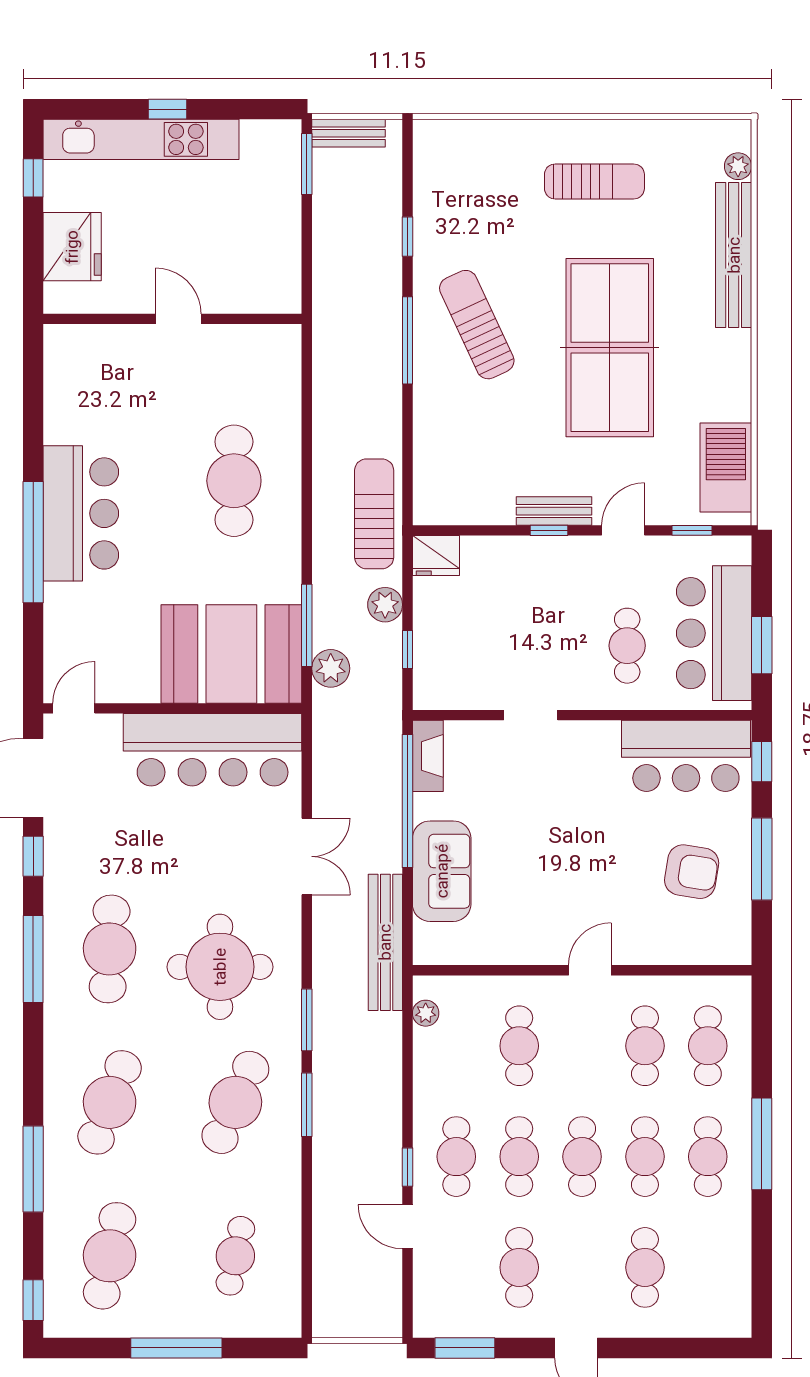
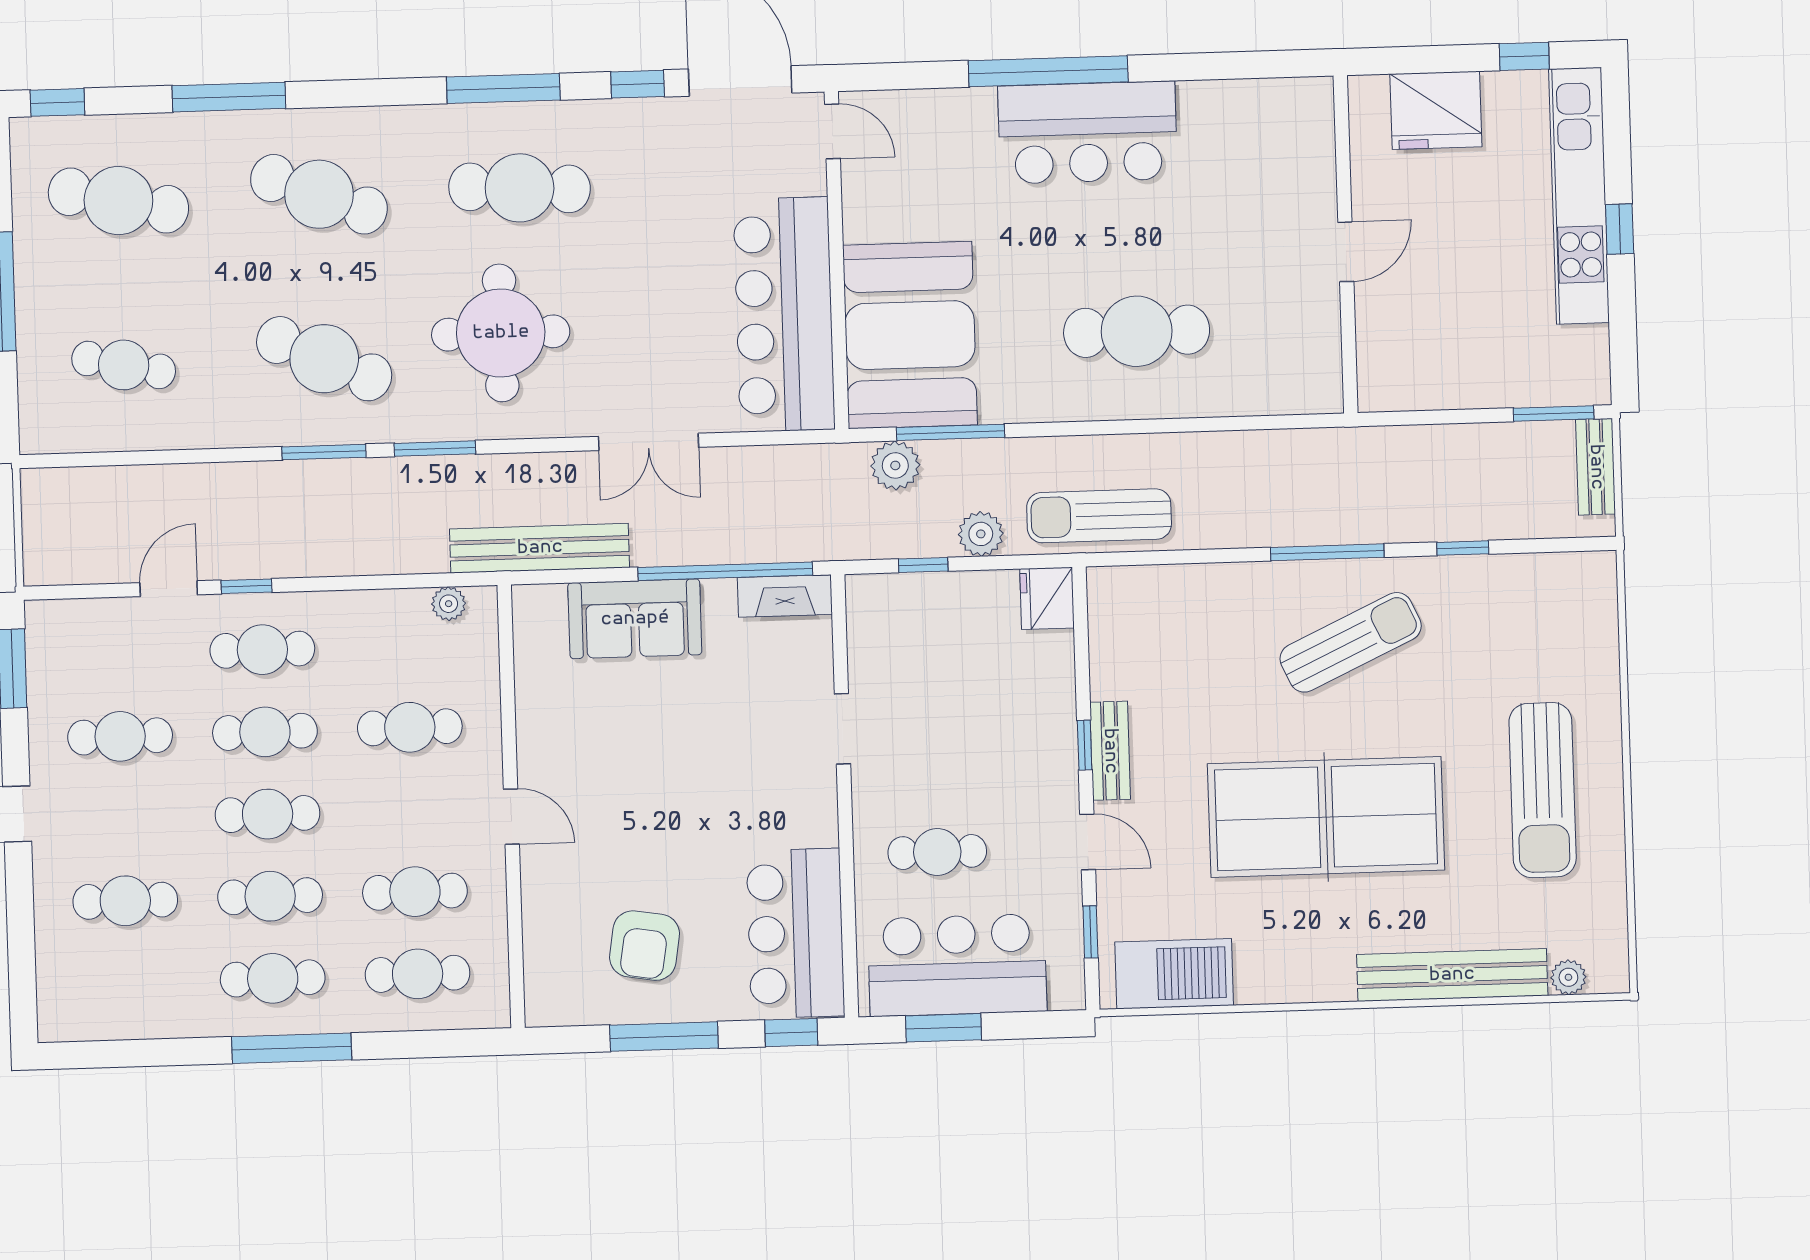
sun lounger: (594, 181) -> (1543, 790), width x1.36, depth x1.34
sun lounger: (374, 514) -> (1099, 516), turned 180

